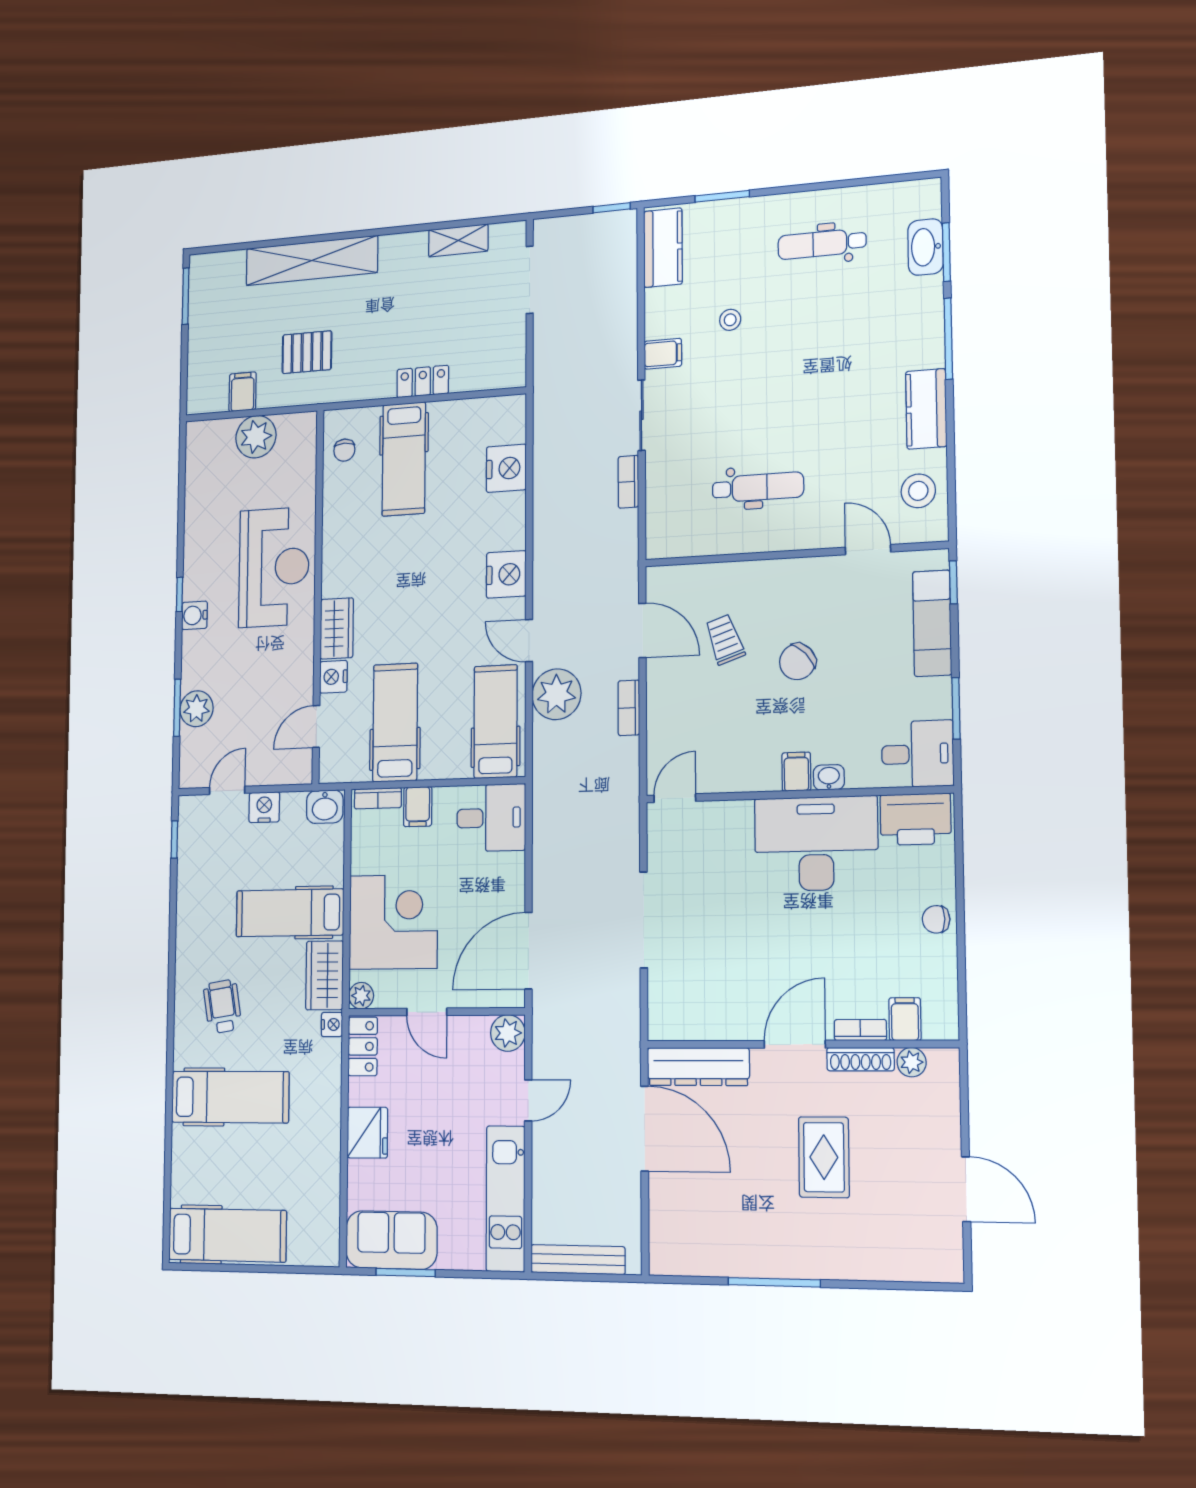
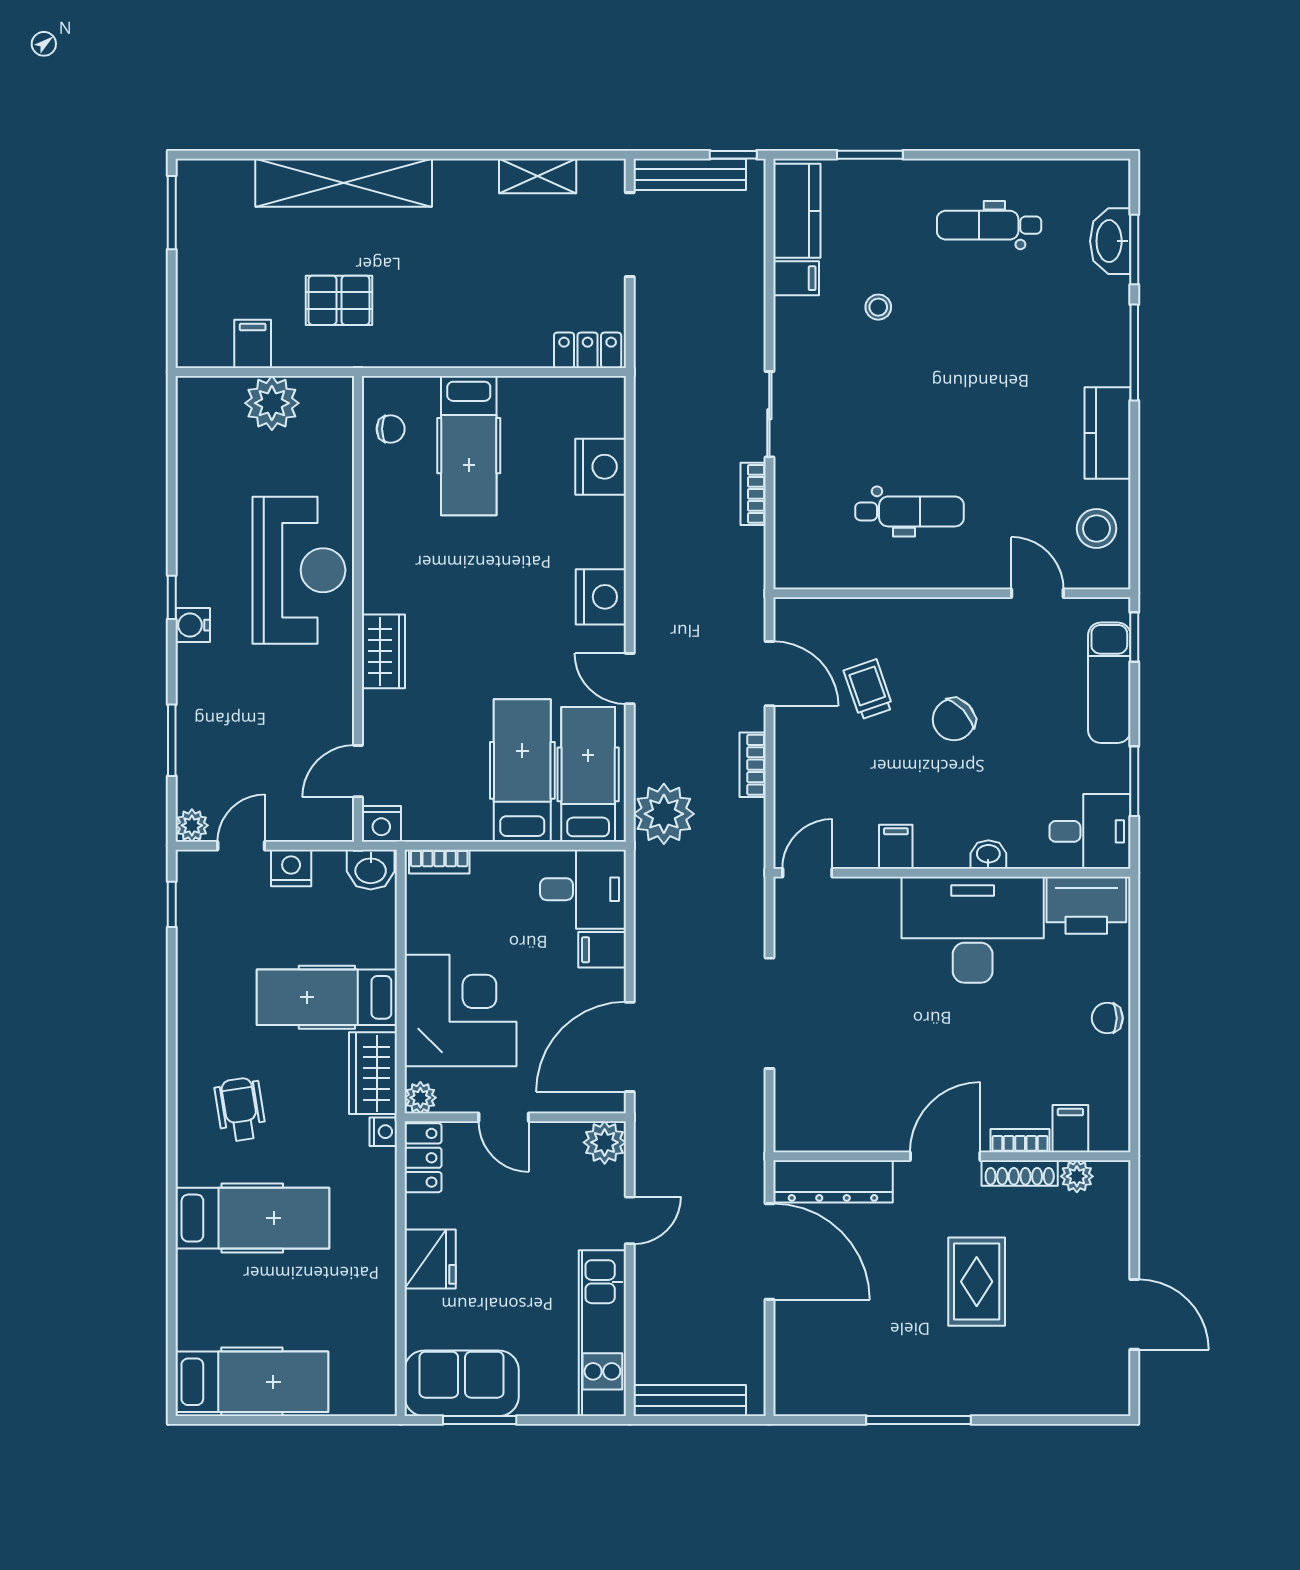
bench: (577, 227) -> (690, 174), added
filing cabinet: (663, 354) -> (796, 278), moved
locker: (423, 381) -> (588, 350), moved
chair: (344, 450) -> (391, 429), turned -90
nightstand: (333, 677) -> (381, 824), moved, turned -90
plant: (556, 694) -> (664, 814), moved
plant: (196, 709) -> (192, 825), moved, width x0.73, depth x0.73
hospital bed: (395, 723) -> (522, 770), moved
filing cabinet: (796, 772) -> (896, 847), moved
filing cabinet: (418, 807) -> (602, 950), moved, turned 90

